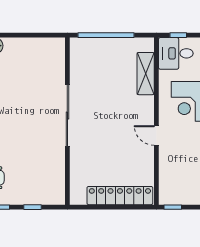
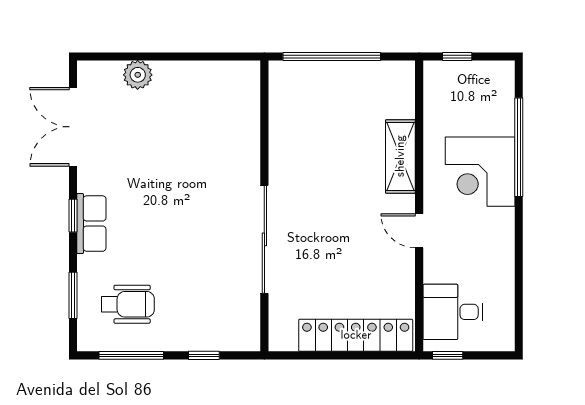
desk: (176, 53) -> (453, 312), moved
shelving: (146, 74) -> (400, 156), moved
sliding door: (67, 116) -> (264, 239), moved

